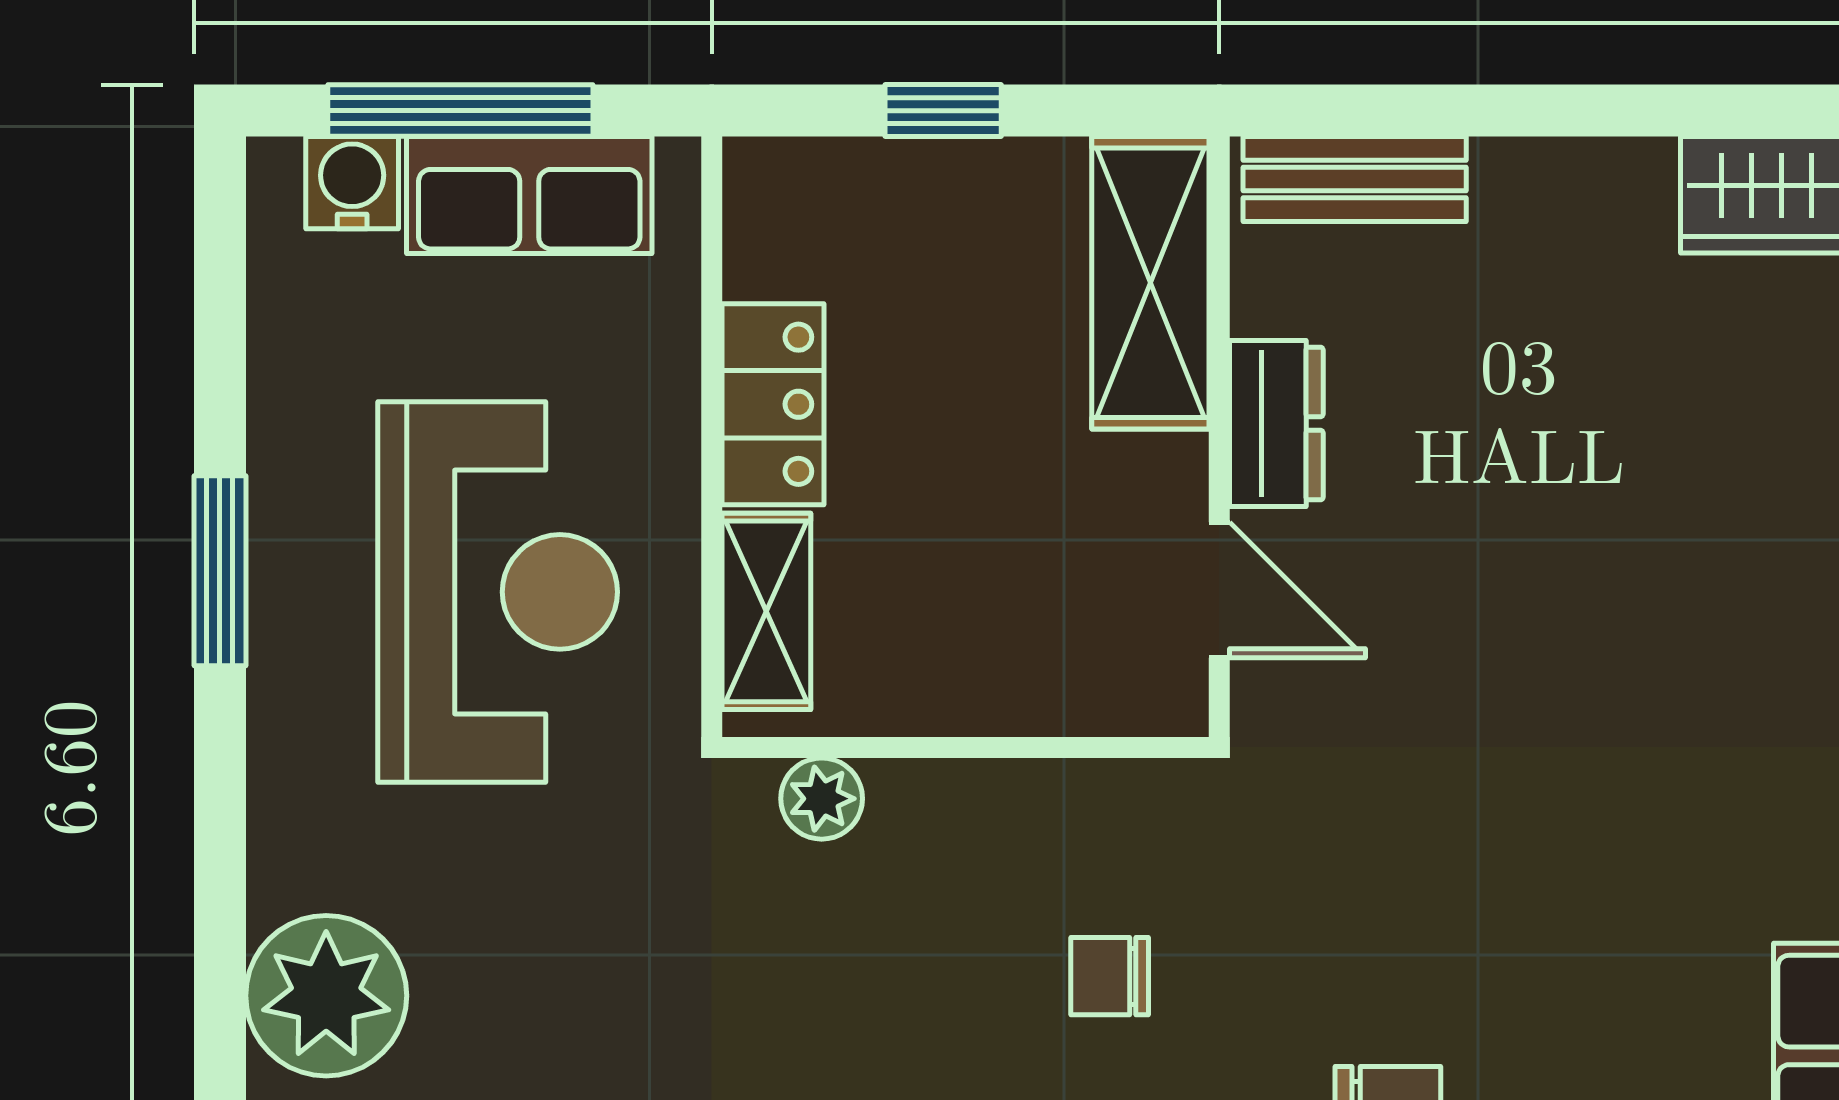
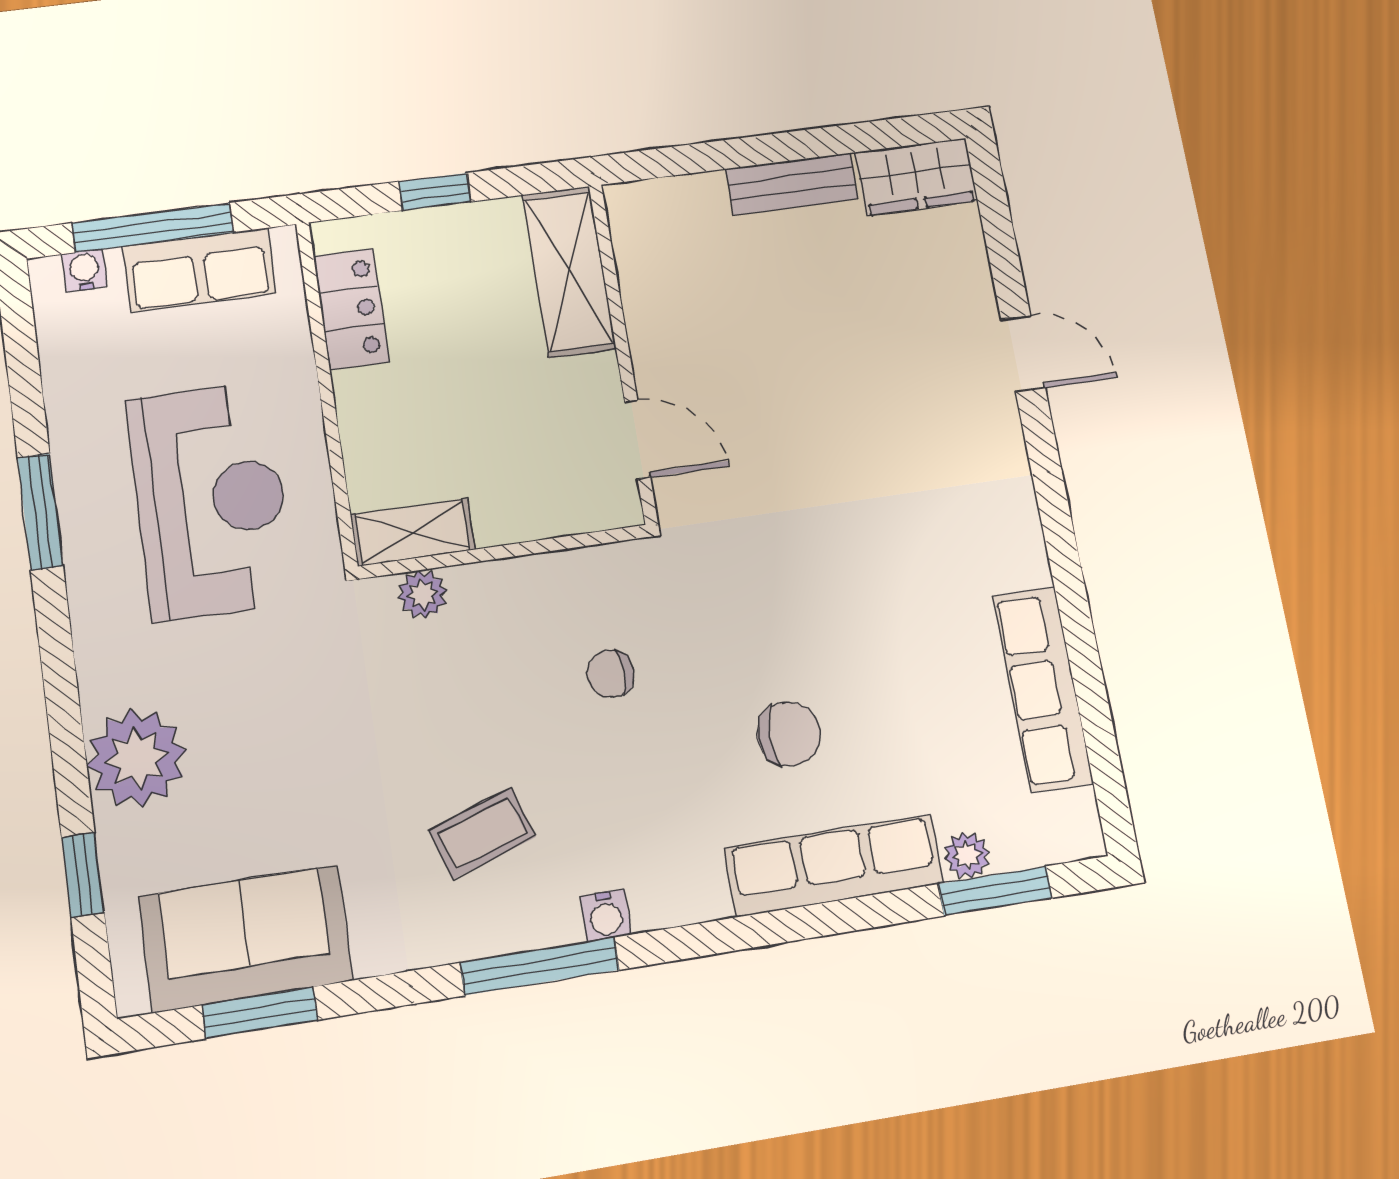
bench: (1355, 179) -> (792, 184), moved
water cooler: (352, 183) -> (85, 270), width x0.72, depth x0.72
locker: (773, 404) -> (351, 309), moved
dresser: (1276, 424) -> (655, 341), removed
shelving: (766, 611) -> (413, 532), moved, turned 90

